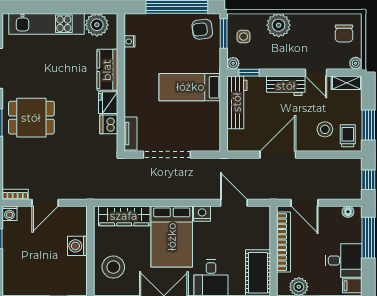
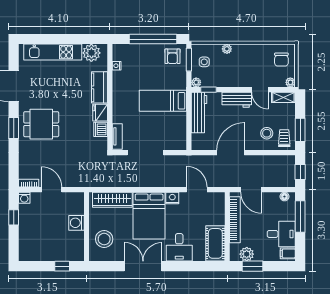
plant: (279, 25) -> (227, 49), width x0.53, depth x0.53
armchair: (202, 29) -> (172, 56), turned -83
door: (45, 203) -> (52, 190), swing flipped

